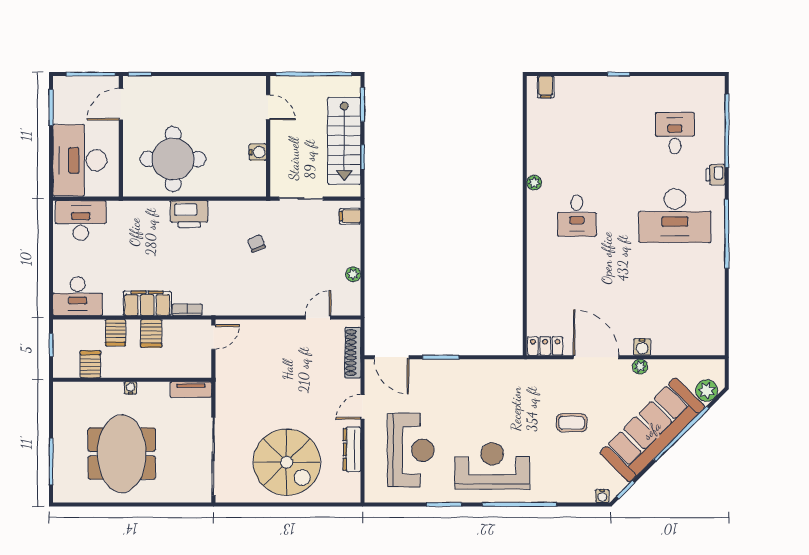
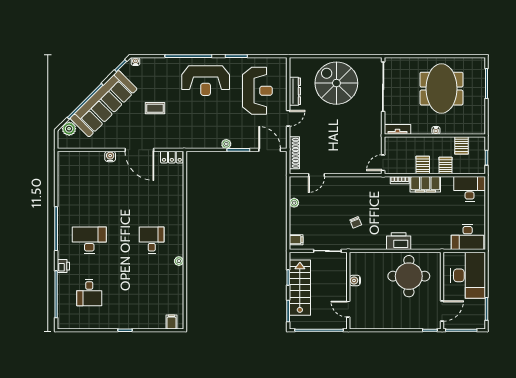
desk: (675, 216) -> (89, 240), width x0.73, depth x0.77
plant: (640, 367) -> (226, 144), moved
reception desk: (411, 450) -> (257, 91), turned 180

